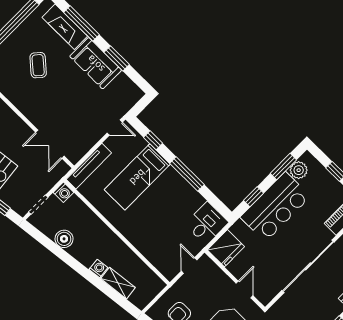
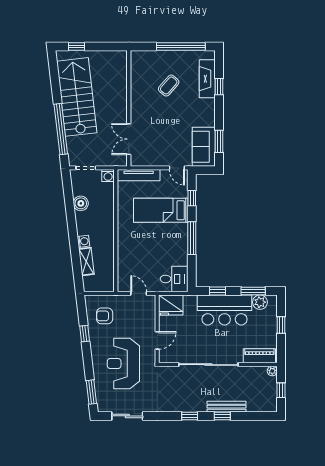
window: (81, 23) -> (219, 87), width x0.46
window: (117, 58) -> (219, 141), moved
sofa: (96, 63) -> (204, 147), moved
door: (189, 266) -> (139, 293), hinge flipped

